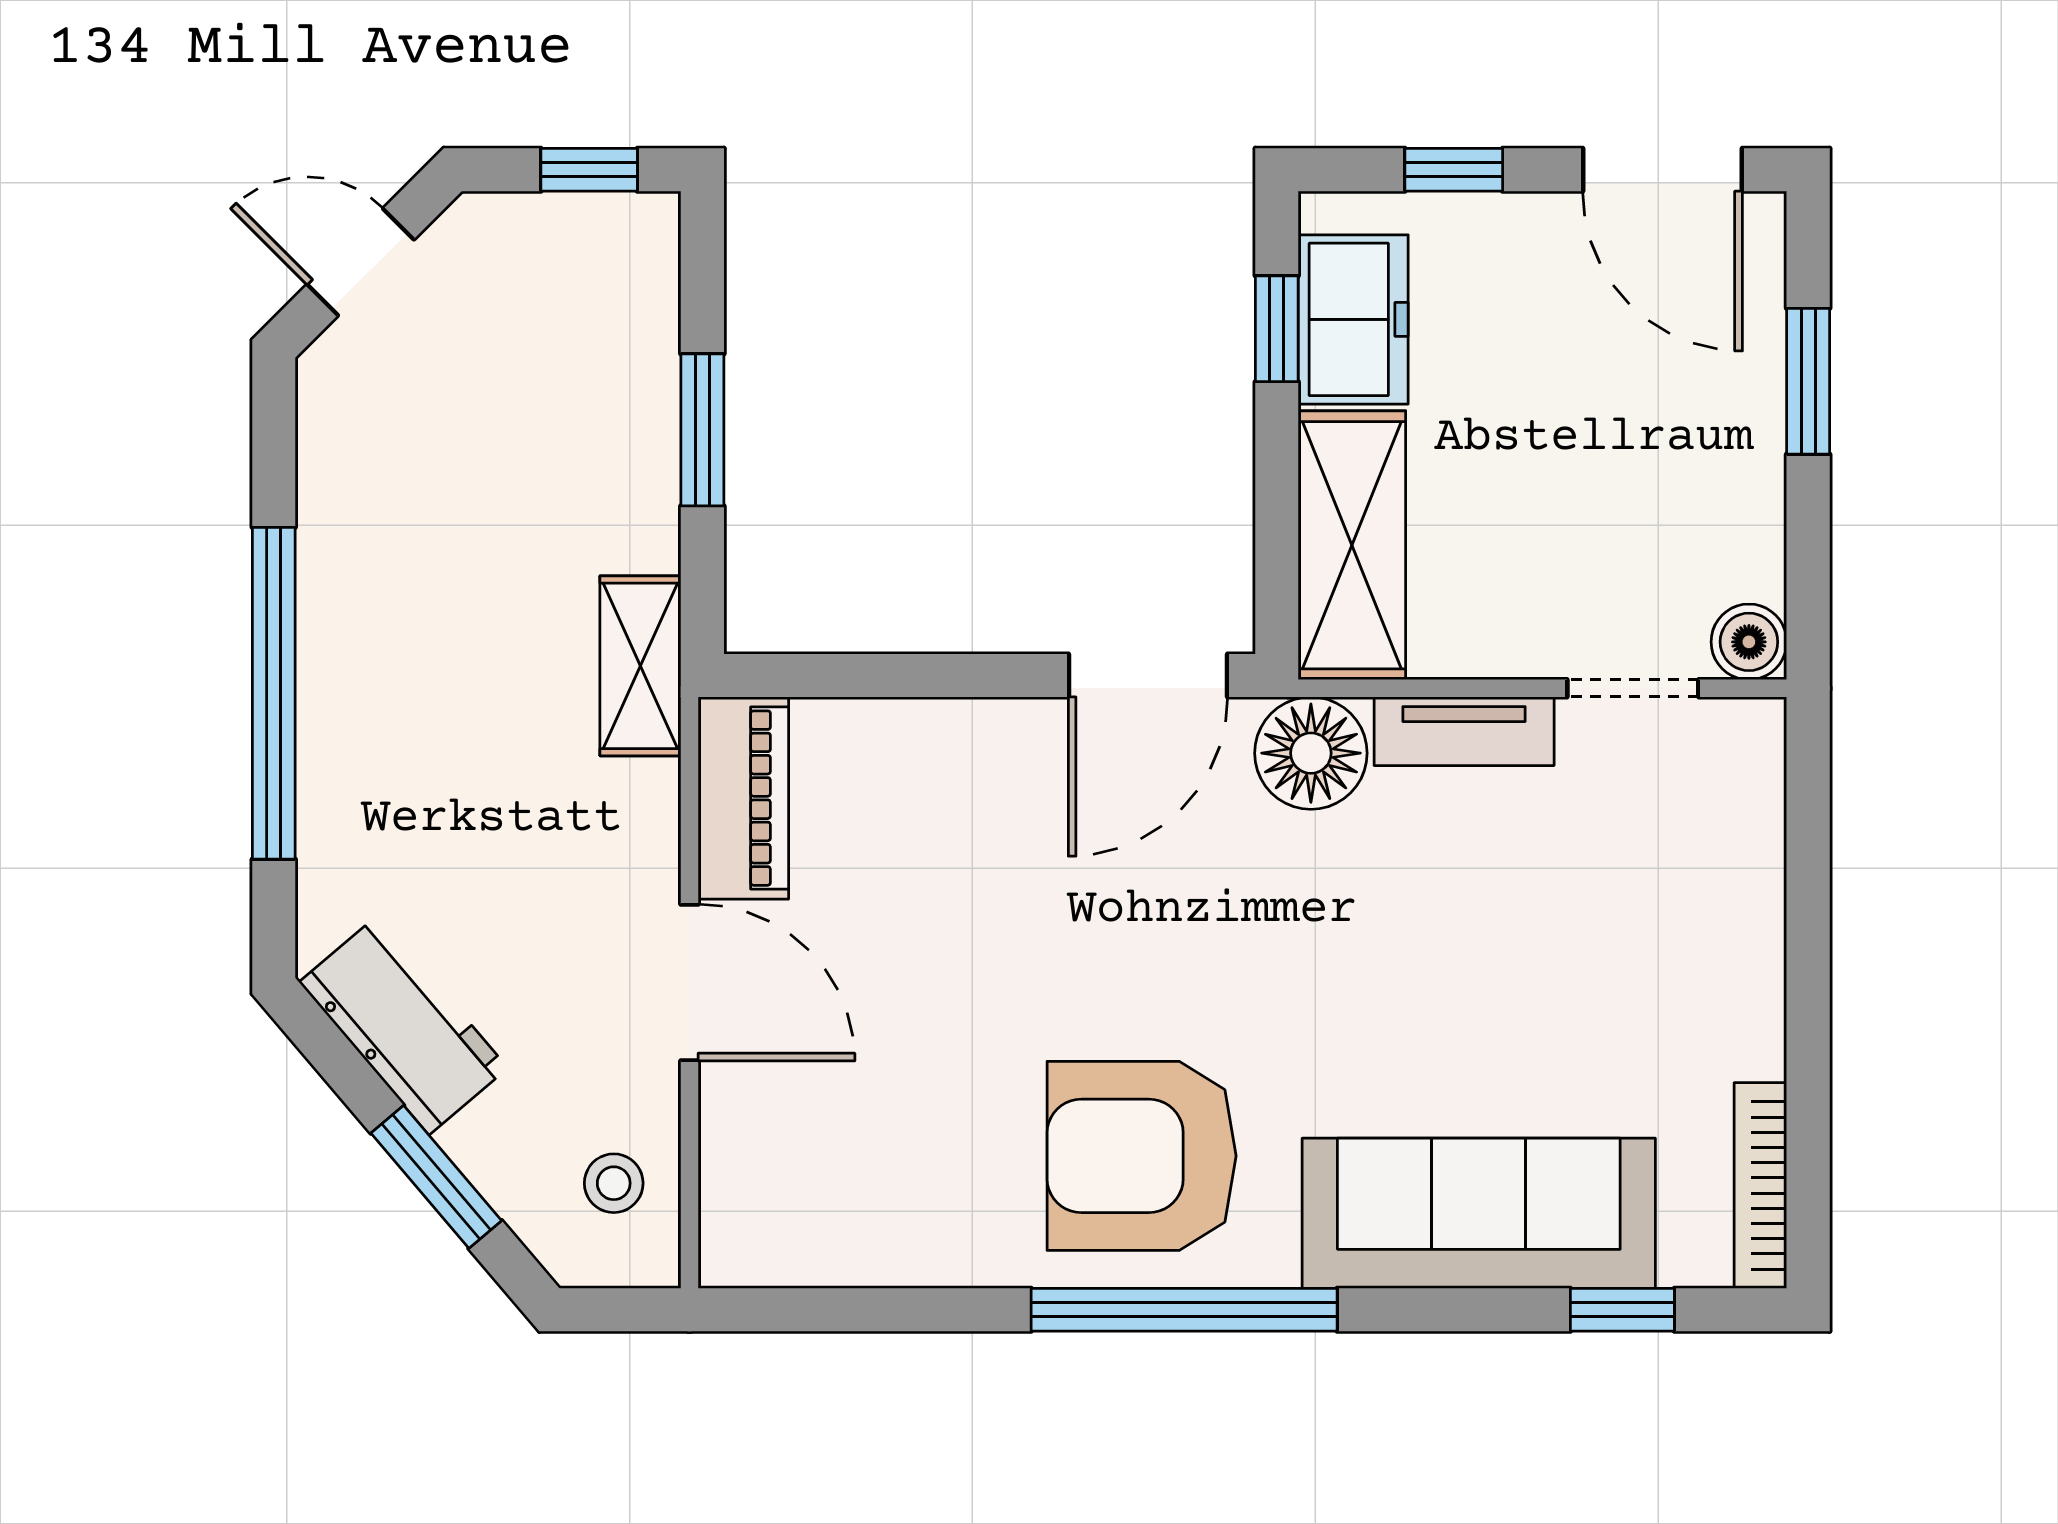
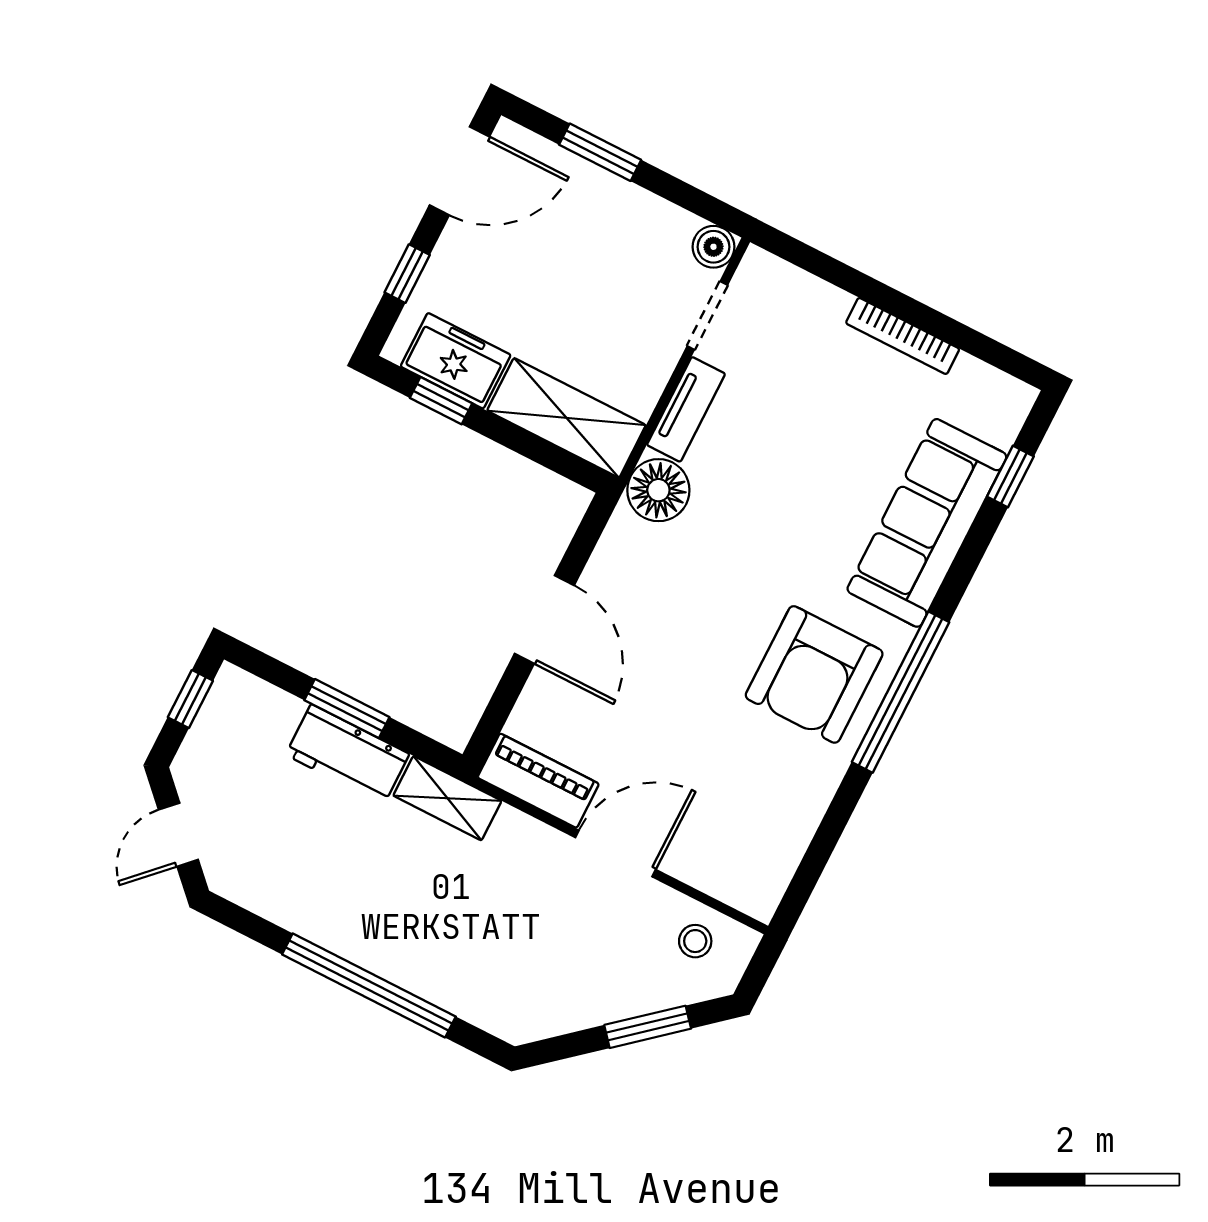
door: (1148, 675) -> (544, 620), moved
workbench: (403, 1025) -> (347, 754), moved, turned -140
bookcase: (1760, 1185) -> (903, 336), moved

